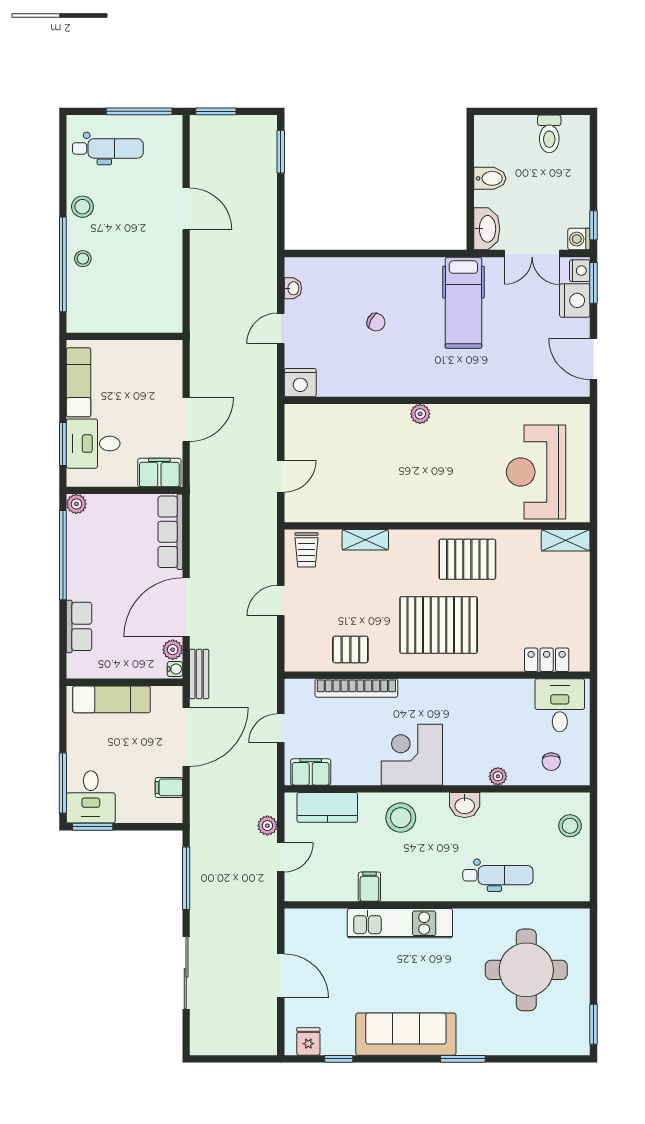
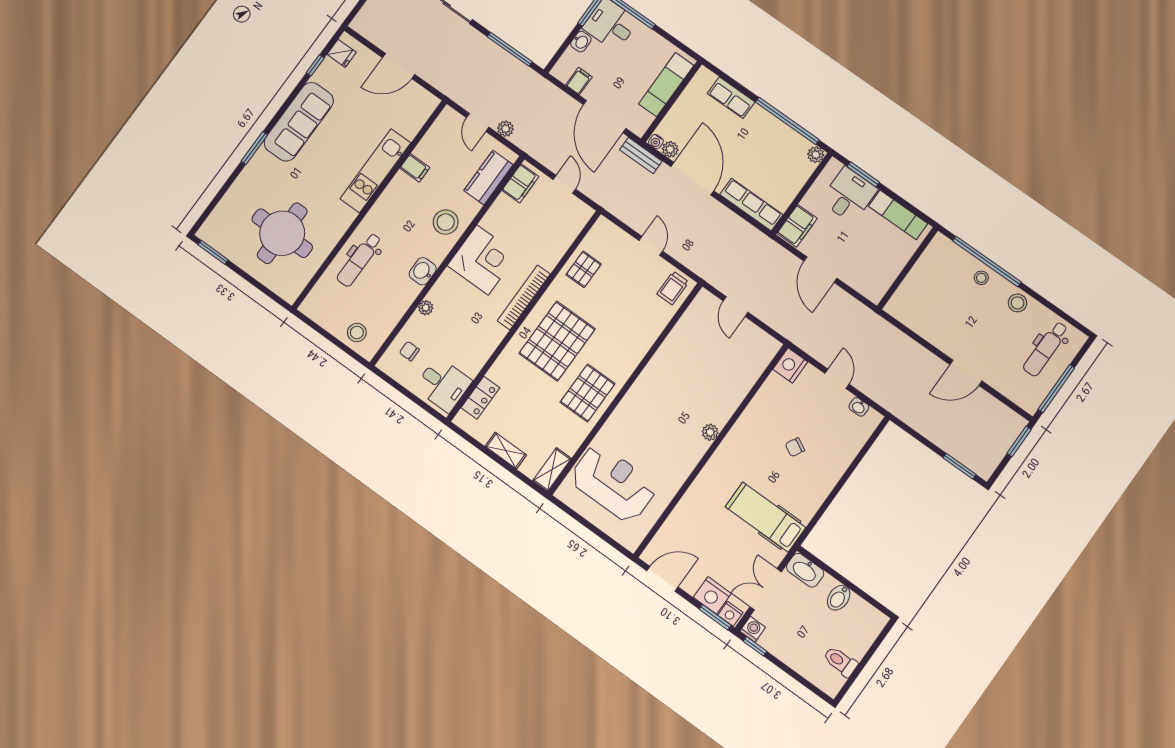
shelving: (365, 540) -> (506, 451), moved, turned 90
trolley: (307, 550) -> (673, 288), turned -90
bookcase: (356, 688) -> (524, 297), moved
washbasin: (129, 814) -> (581, 42), added

